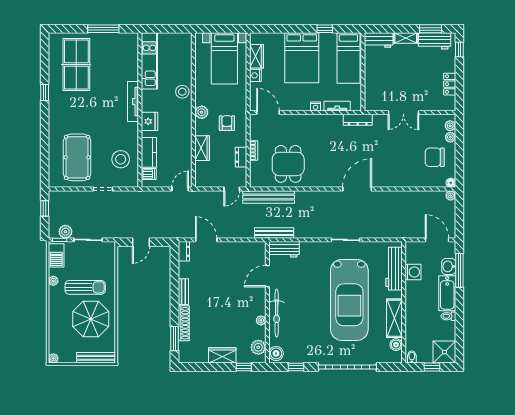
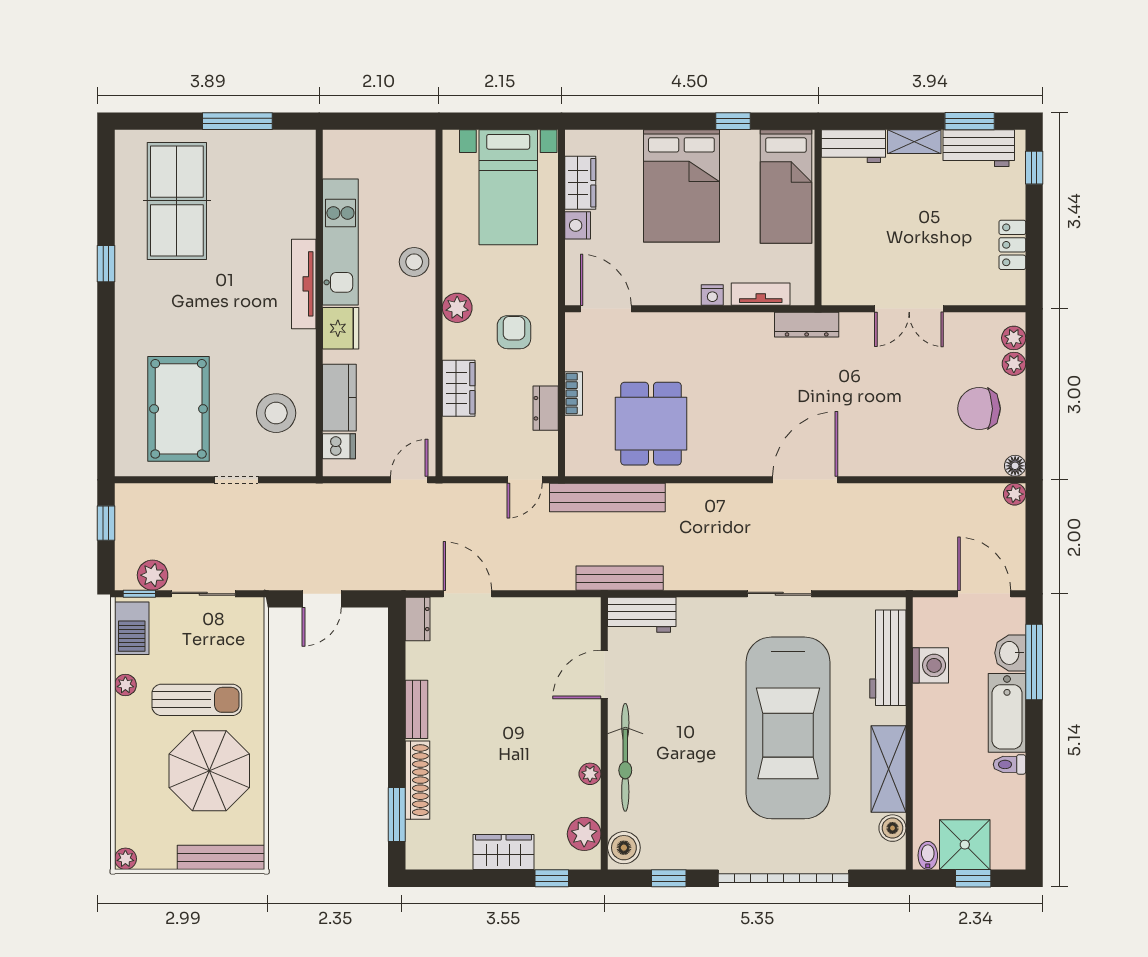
kitchen unit: (149, 61) -> (340, 242), moved
shower: (444, 352) -> (965, 845), moved

